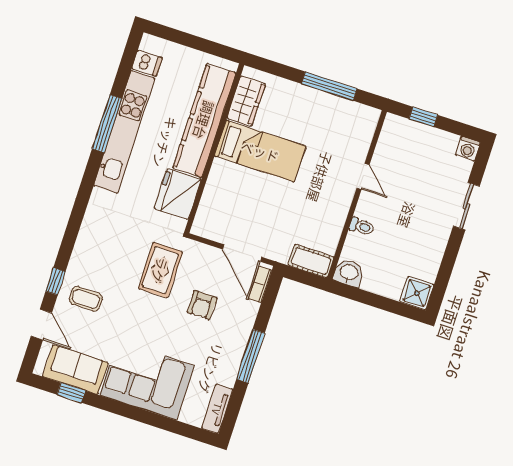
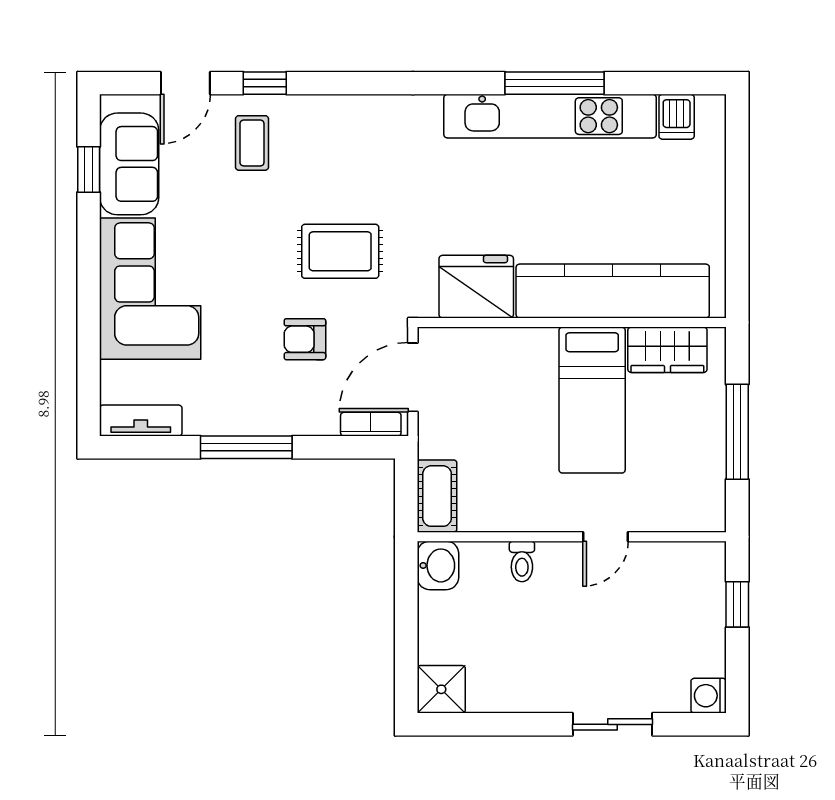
wardrobe: (246, 101) -> (667, 350), moved
kitchen counter: (204, 120) -> (613, 291), moved
wall: (214, 148) -> (572, 322), moved
bed: (260, 151) -> (592, 400), moved
fridge: (178, 194) -> (476, 287), moved

